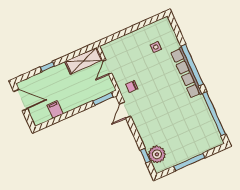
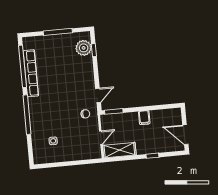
row of seats: (186, 73) -> (31, 73), moved
filing cabinet: (55, 110) -> (144, 118), moved

